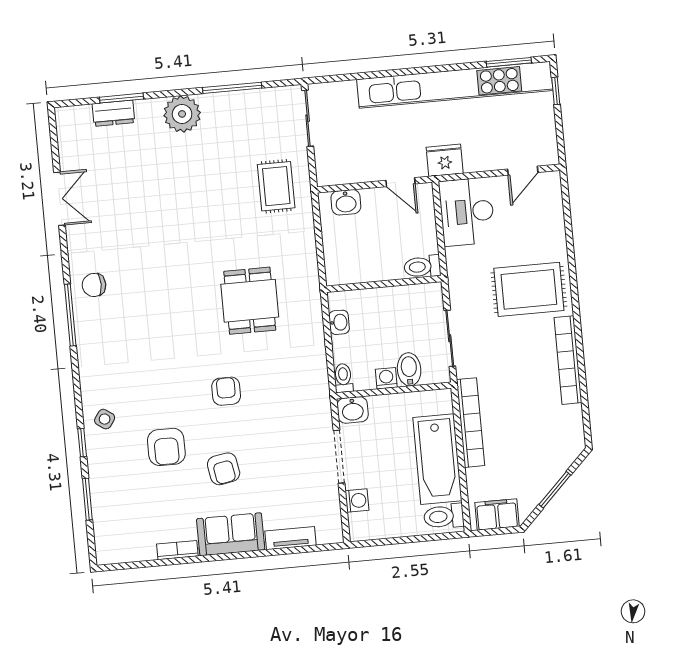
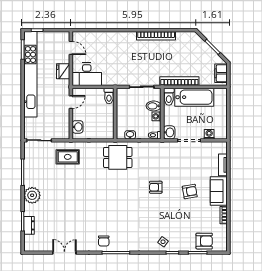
fridge: (445, 160) -> (63, 71), moved
rug: (529, 289) -> (123, 50), removed
dining table: (250, 301) -> (118, 157), moved
armchair: (166, 447) -> (204, 241), moved
toilet: (444, 516) -> (169, 97), moved

